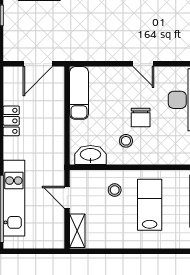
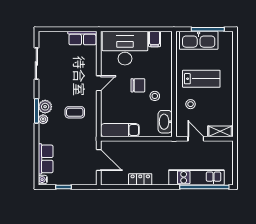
coffee table: (103, 31) -> (75, 112), added
door: (67, 197) -> (196, 139), swing flipped
lab bench: (150, 205) -> (201, 79), turned 180

